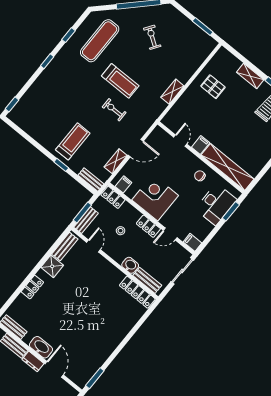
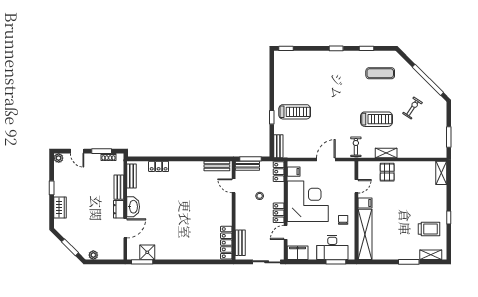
exercise mat: (100, 41) -> (380, 73), width x0.73, depth x0.69
shelving: (250, 76) -> (441, 173), moved
treadmill: (120, 81) -> (376, 119), moved, turned -90
pallet: (213, 87) -> (387, 172), moved
exercise bike: (114, 110) -> (356, 147), moved
door: (136, 148) -> (326, 160), swing flipped
shelving: (116, 161) -> (305, 153), removed
corner desk: (155, 198) -> (308, 201), width x1.36, depth x1.36
door: (170, 234) -> (286, 232), hinge flipped
filing cabinet: (193, 242) -> (298, 253), width x2.00
door: (94, 246) -> (234, 186), swing flipped
washbasin: (130, 265) -> (241, 222), removed
shower: (52, 266) -> (147, 252), moved
locker: (32, 287) -> (159, 166), moved

